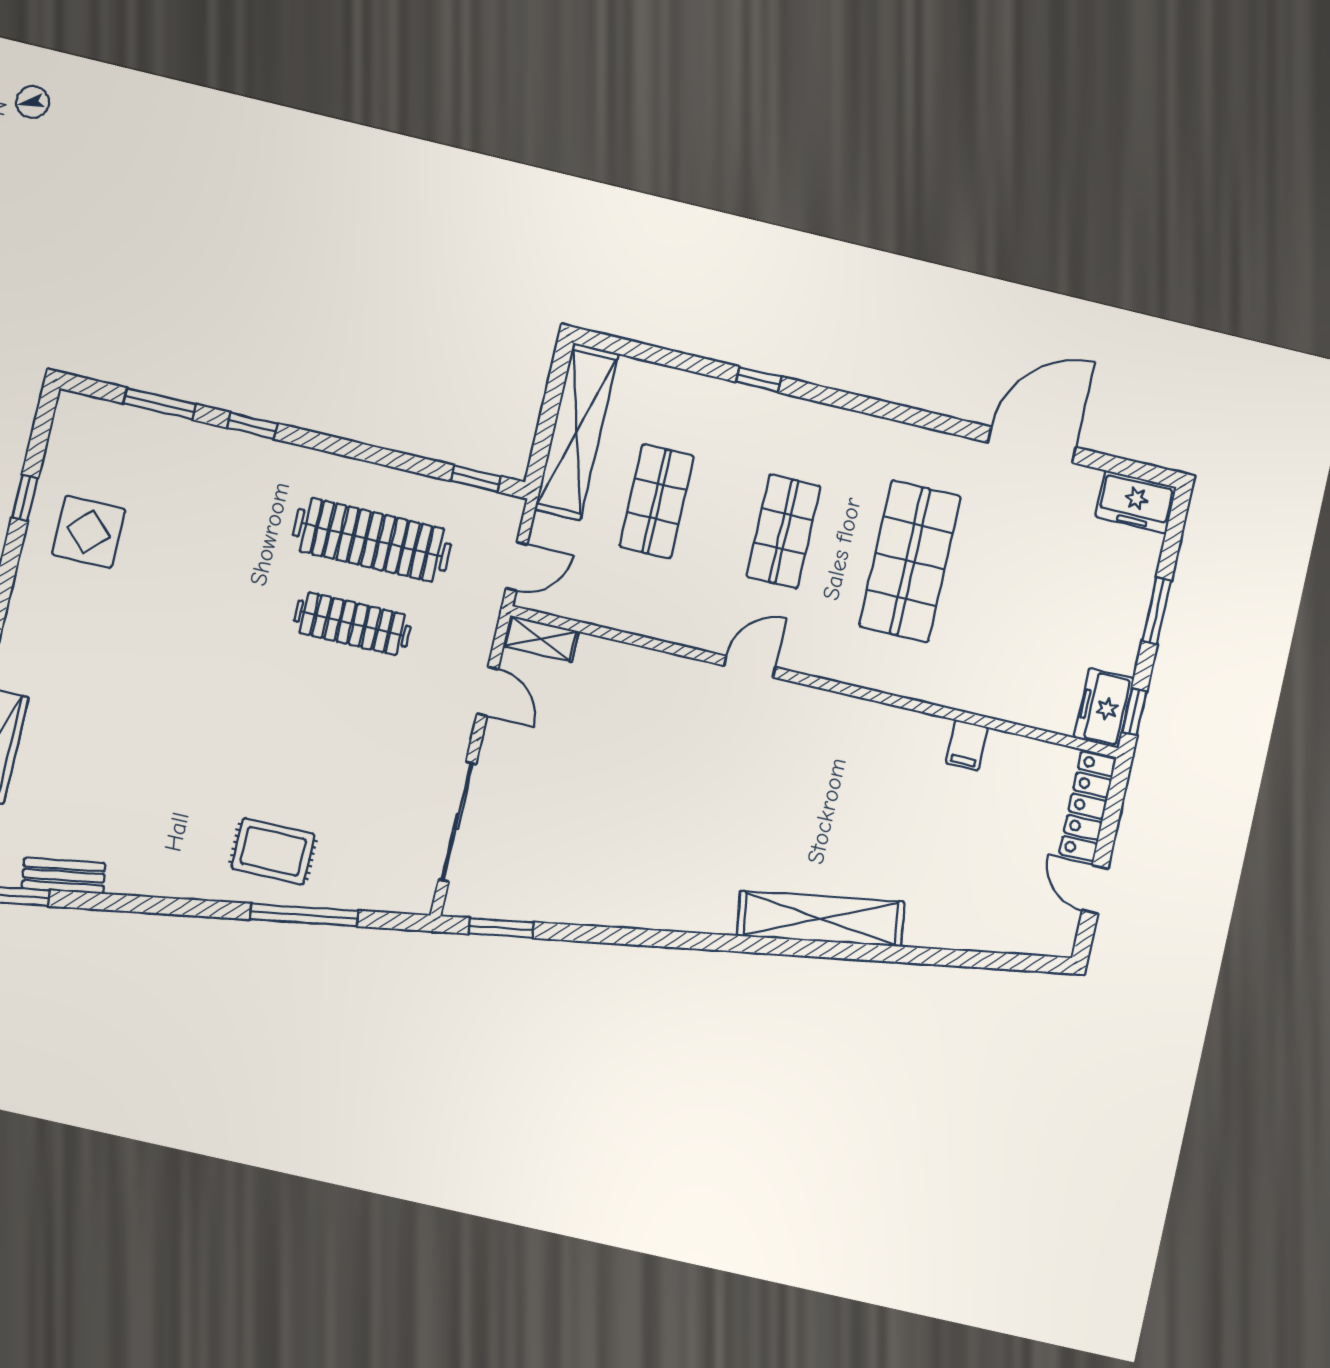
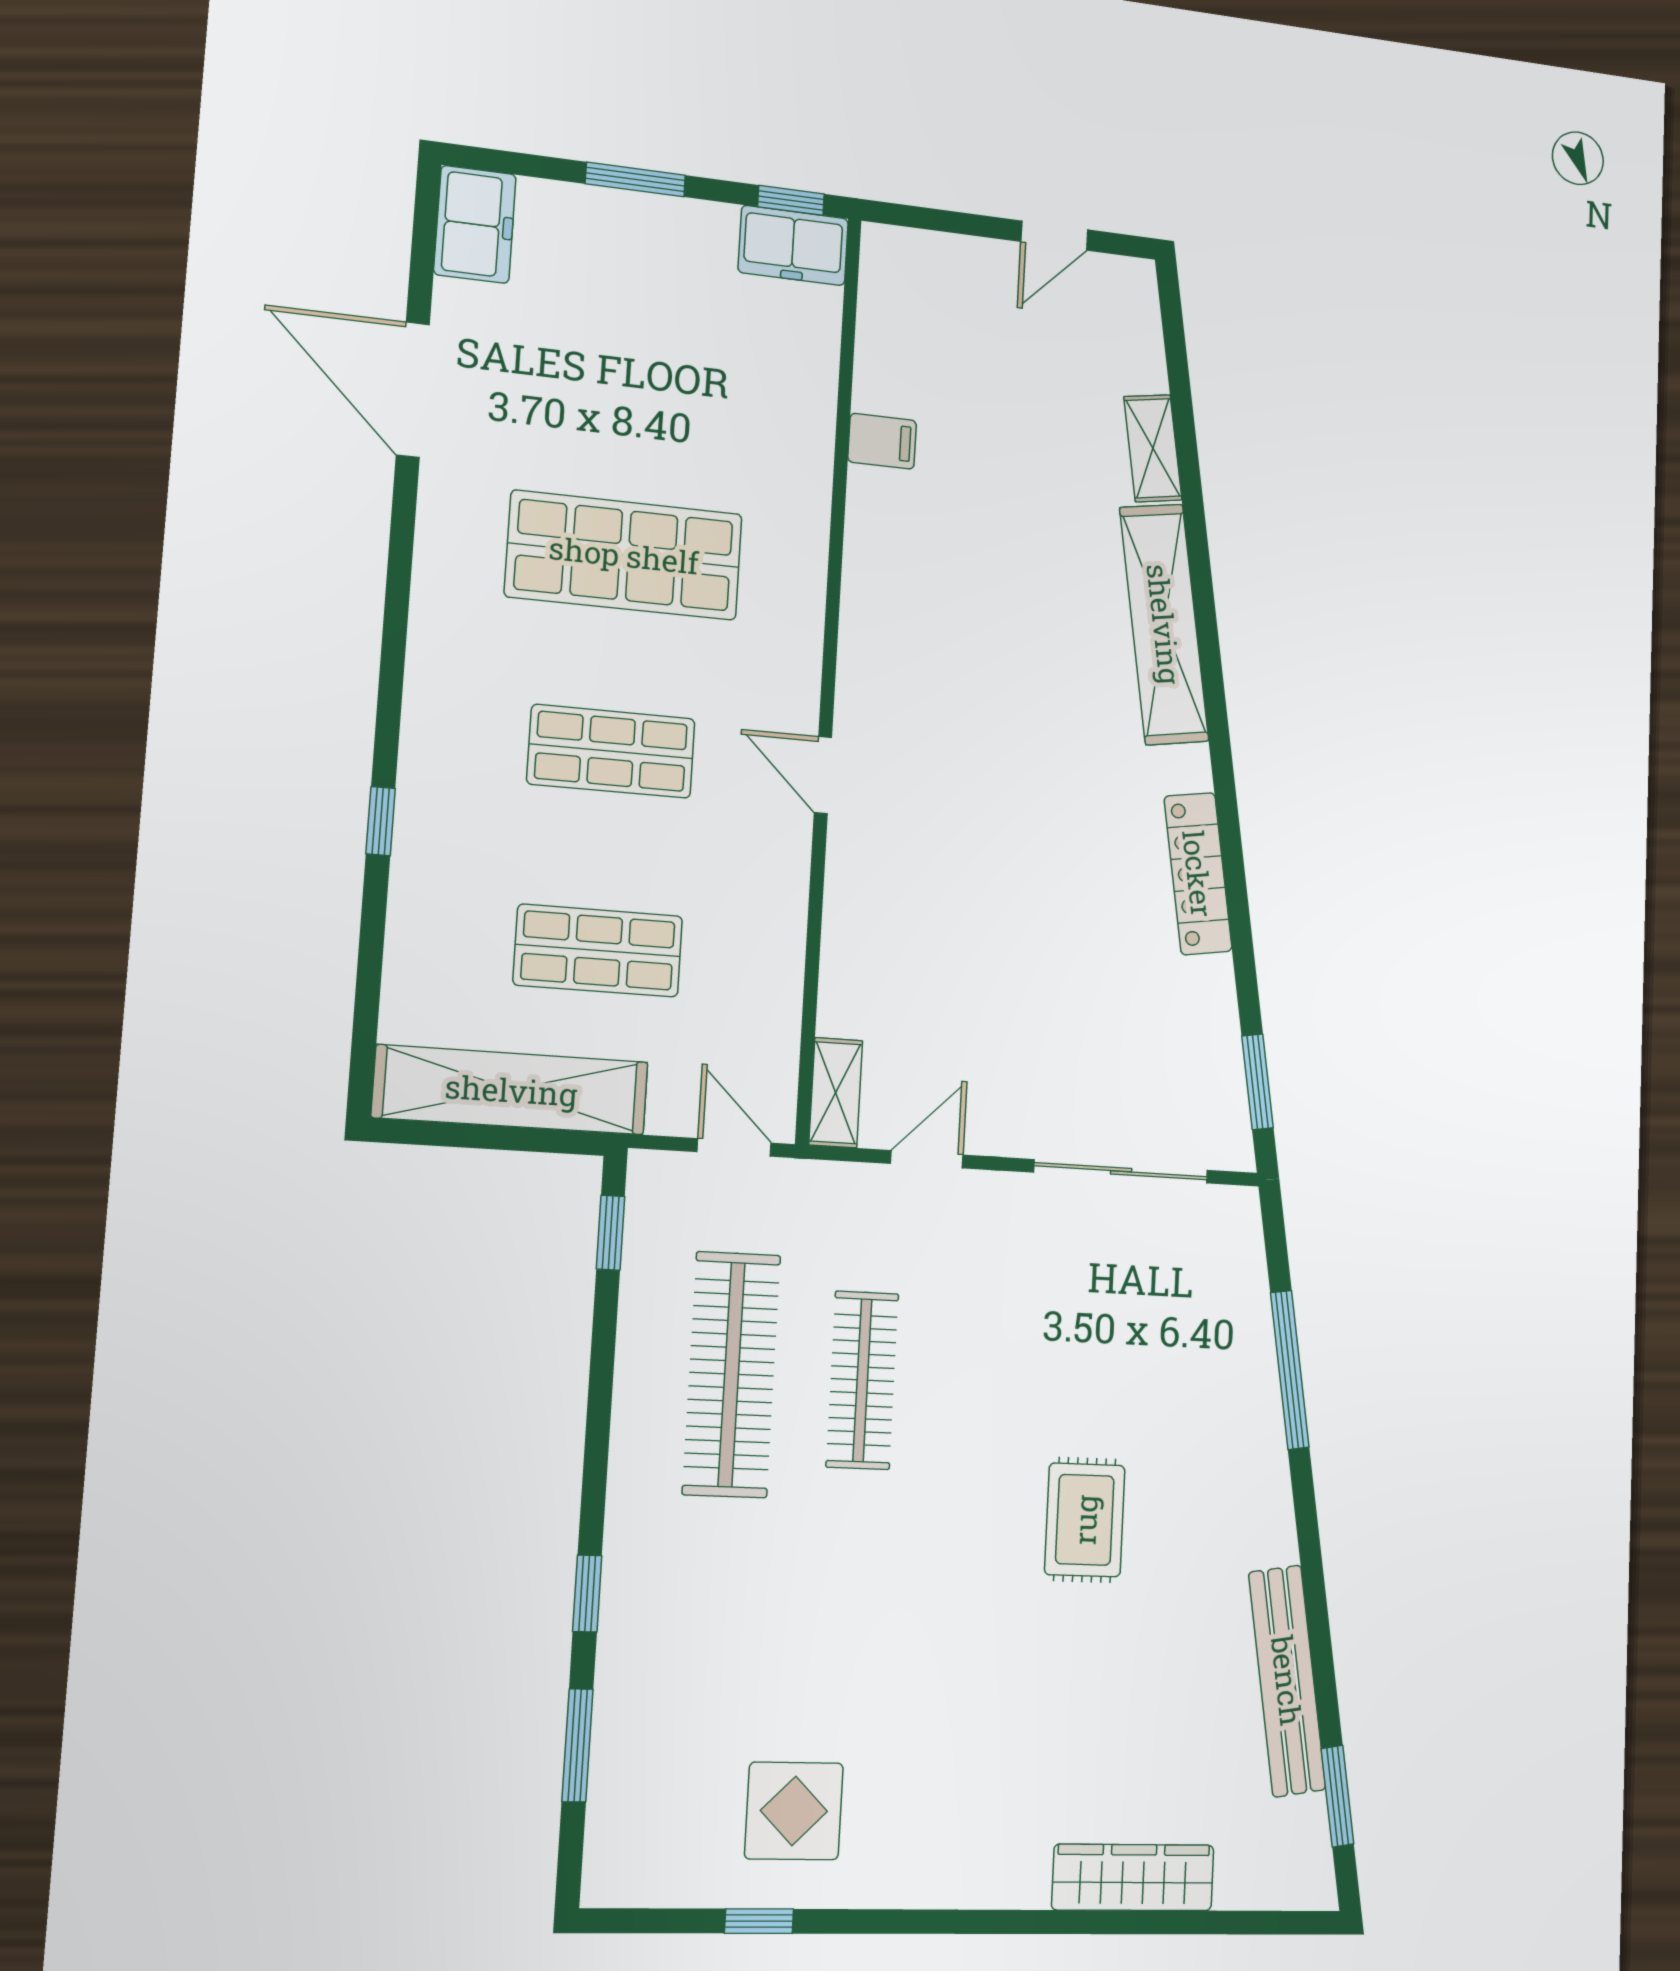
locker: (1088, 806) -> (1198, 874), moved, turned 81
rug: (273, 851) -> (1085, 1520), moved
bench: (64, 876) -> (1287, 1681), width x1.86, depth x1.21
shelving: (942, 933) -> (1153, 448), added

